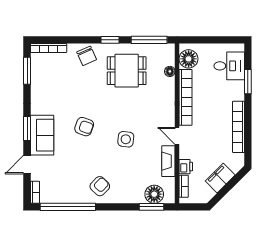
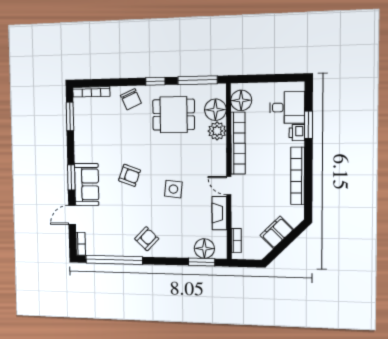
floor lamp: (170, 71) -> (215, 110), width x1.89, depth x1.89
plant: (167, 86) -> (217, 131), added
printer: (186, 167) -> (297, 133), moved, turned 180

